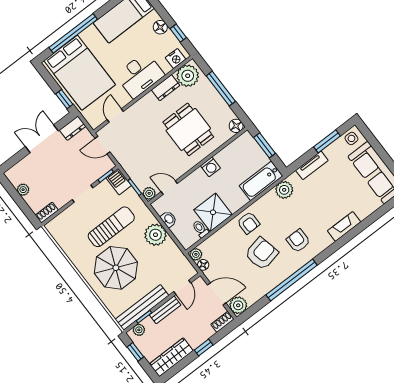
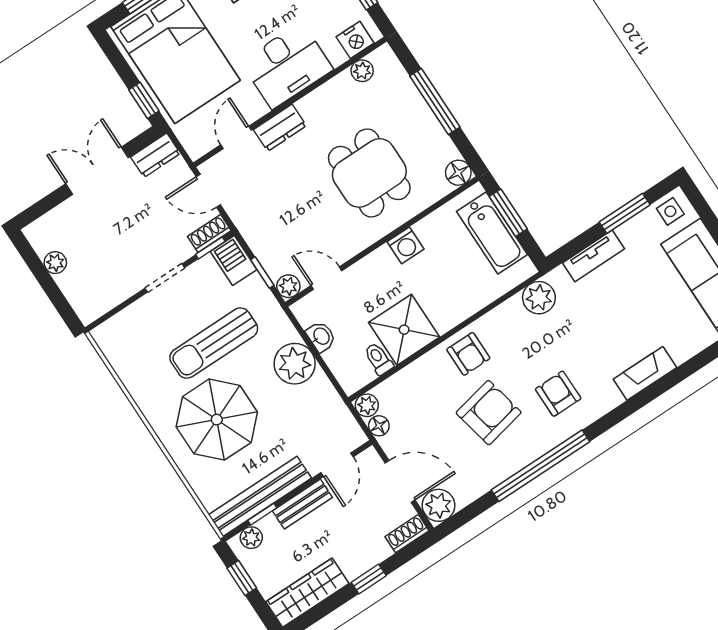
plant: (188, 76) -> (362, 71), width x0.53, depth x0.53
dresser: (166, 88) -> (280, 128), moved
bathtub: (261, 181) -> (492, 233), moved, turned -90
shoe rack: (47, 213) -> (209, 234), moved
sun lounger: (111, 227) -> (214, 343), turned 180

